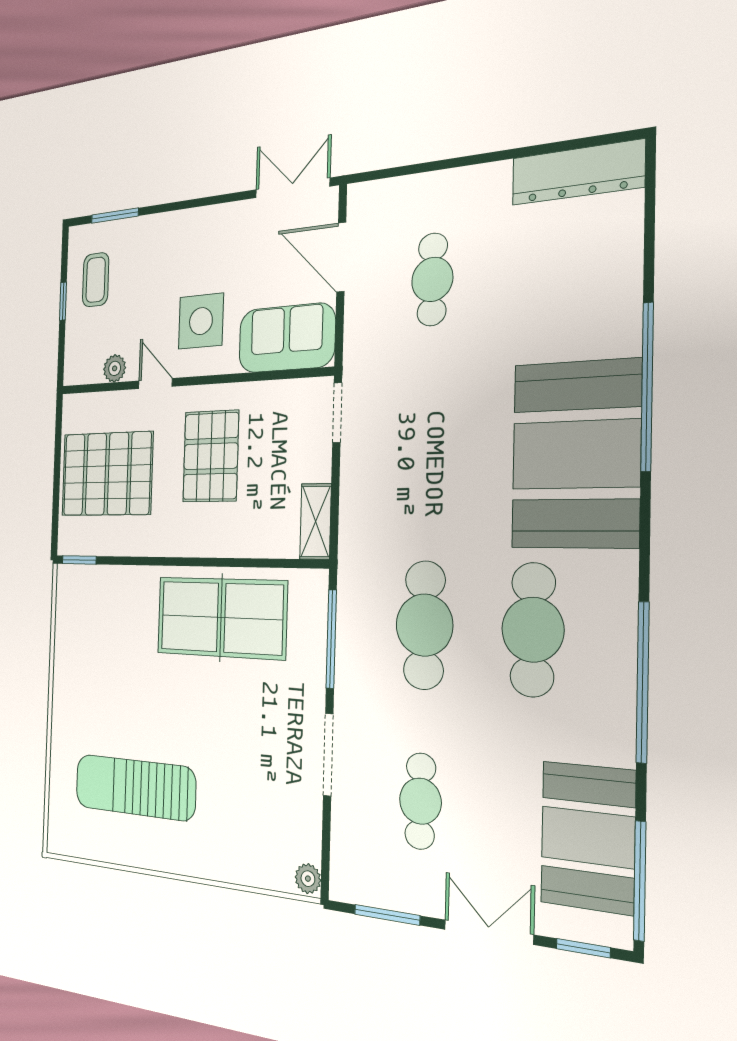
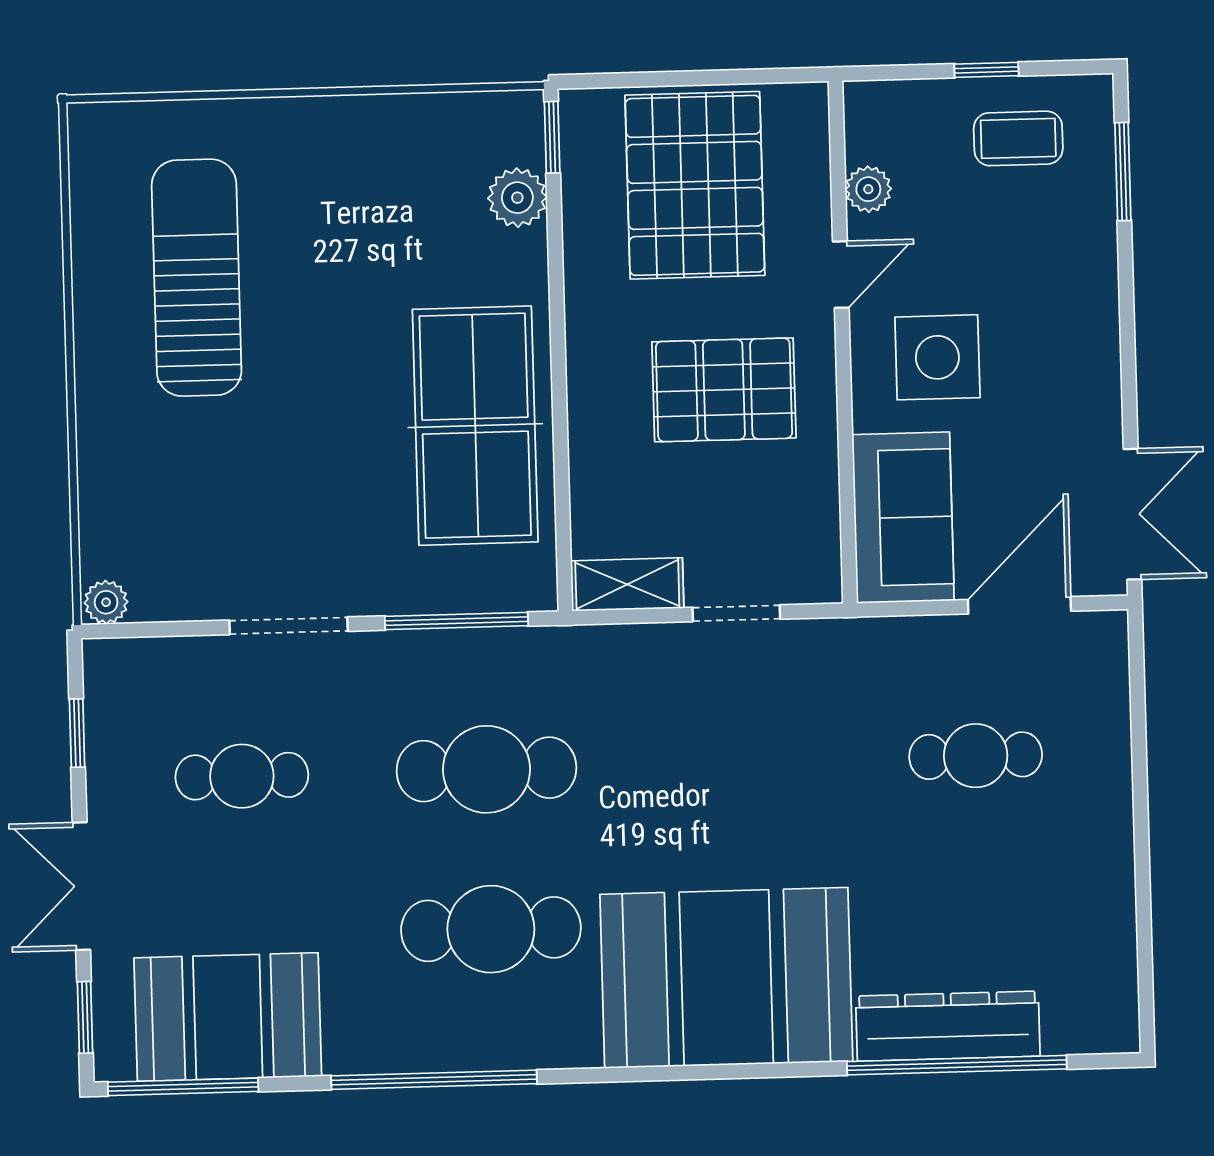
dresser: (578, 172) -> (948, 1026), moved, turned 90
window: (647, 387) -> (957, 1065), moved
doorway: (337, 413) -> (736, 613), moved
plant: (107, 583) -> (517, 198), added
window: (387, 915) -> (77, 733), width x0.67
double door: (489, 932) -> (81, 886), swing flipped

